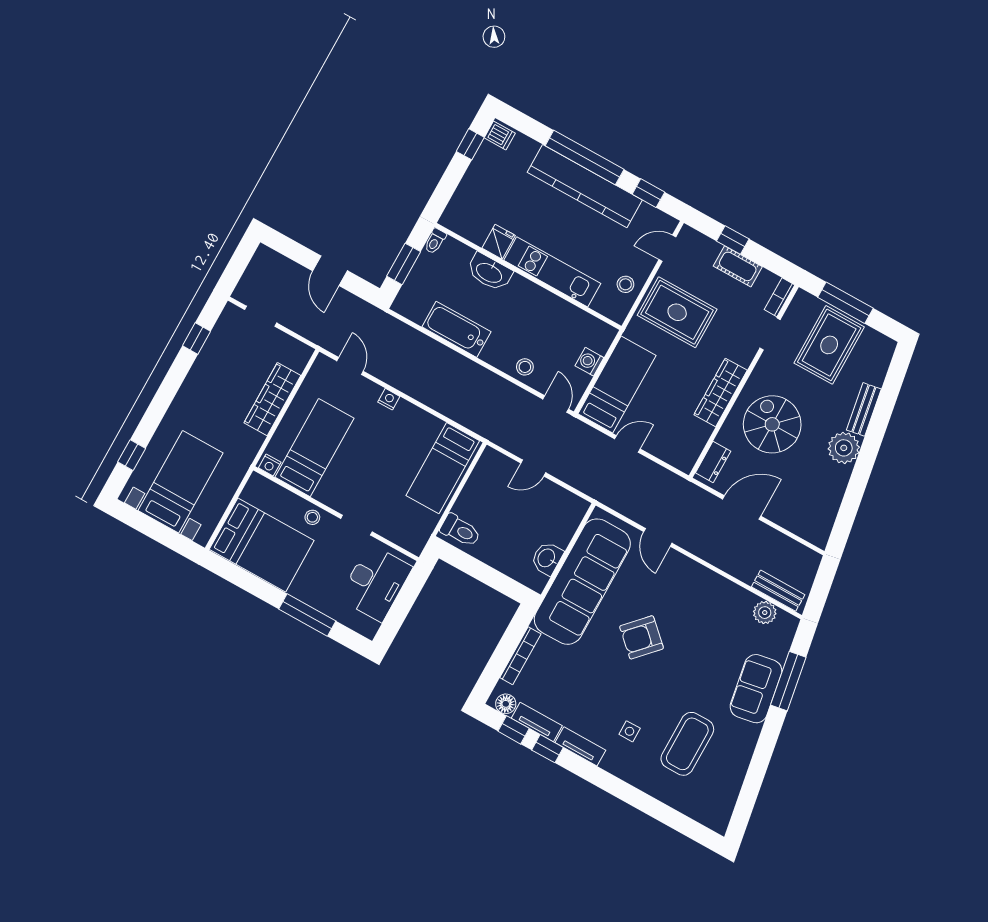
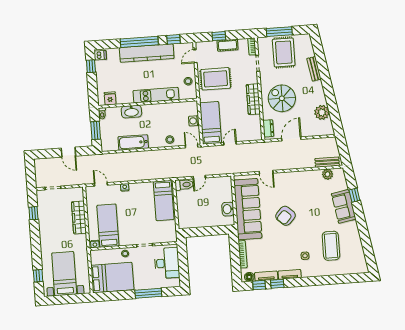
fridge: (499, 242) -> (110, 98), moved
plant: (844, 448) -> (322, 112), moved
toilet: (460, 531) -> (184, 185), moved
window: (788, 681) -> (354, 195), width x0.46

